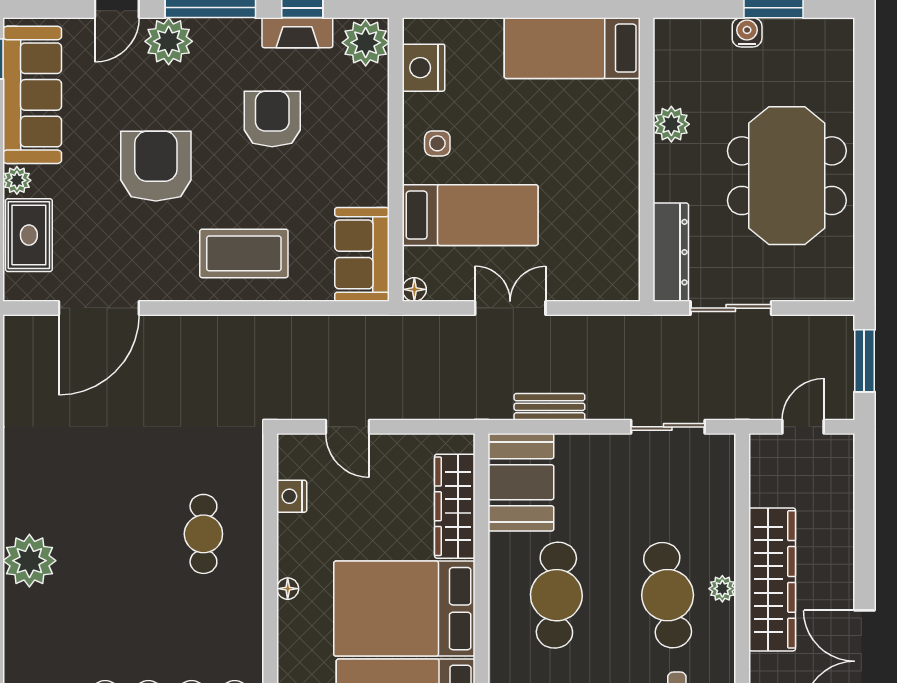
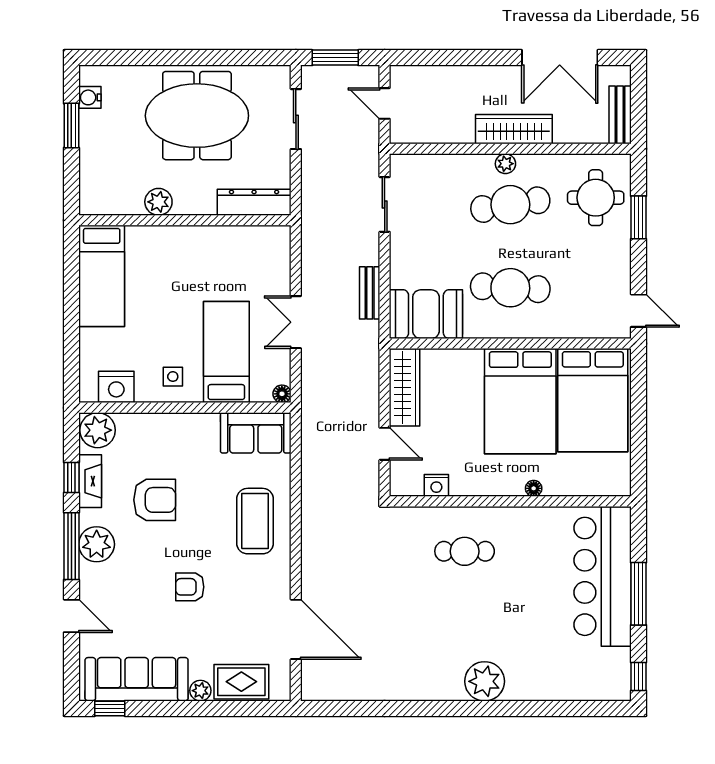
water cooler: (747, 32) -> (90, 97), moved
plant: (169, 41) -> (97, 544), moved
armchair: (272, 119) -> (155, 500), turned 180
armchair: (156, 166) -> (190, 587), width x0.53, depth x0.53
sliding door: (731, 308) -> (296, 119), moved
door: (347, 427) -> (385, 444), hinge flipped
wardrobe: (455, 506) -> (405, 387), moved, turned -90
wardrobe: (772, 579) -> (514, 129), width x0.71, depth x0.85
floor lamp: (288, 589) -> (534, 488), moved

